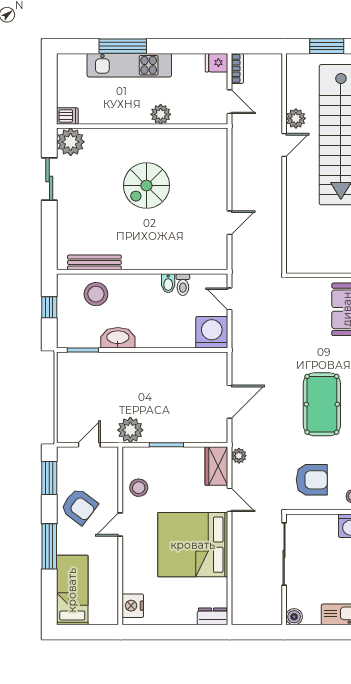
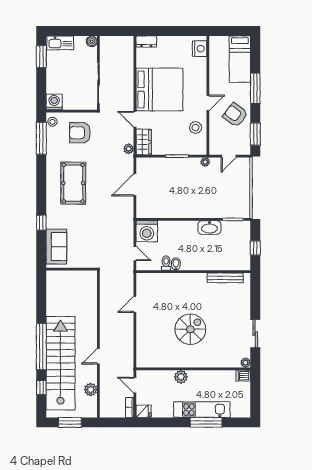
plant: (296, 118) -> (91, 390), moved
plant: (71, 142) -> (245, 363), width x0.53, depth x0.53
stool: (96, 294) -> (224, 257), removed
plant: (130, 430) -> (205, 162), width x0.53, depth x0.53

